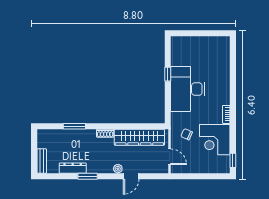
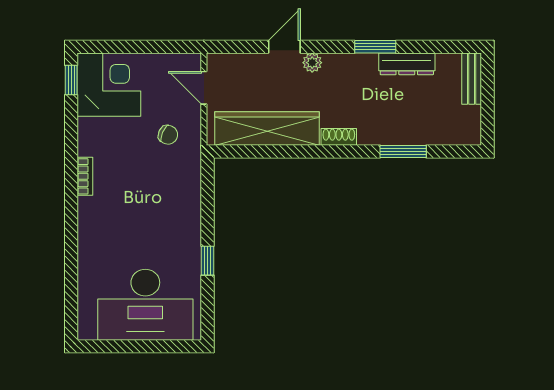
desk: (188, 89) -> (145, 305), moved, turned 90
corner desk: (215, 140) -> (109, 85), moved

